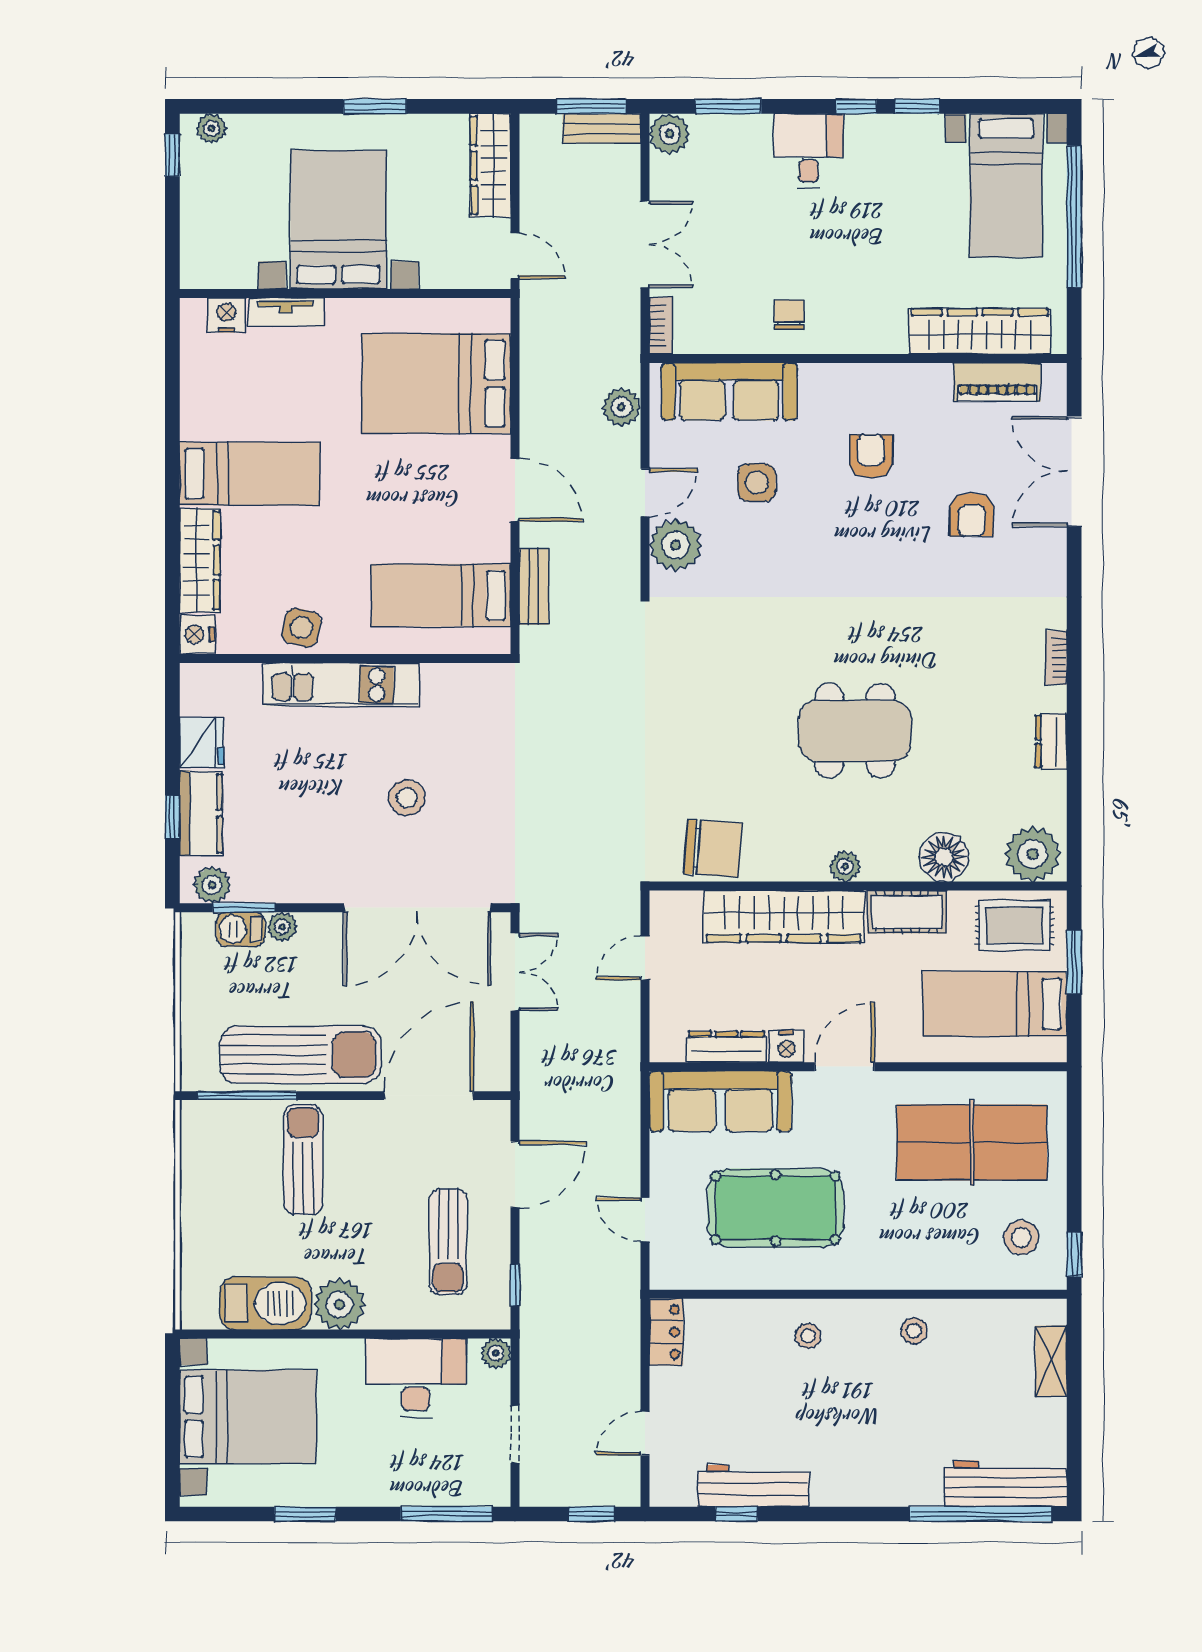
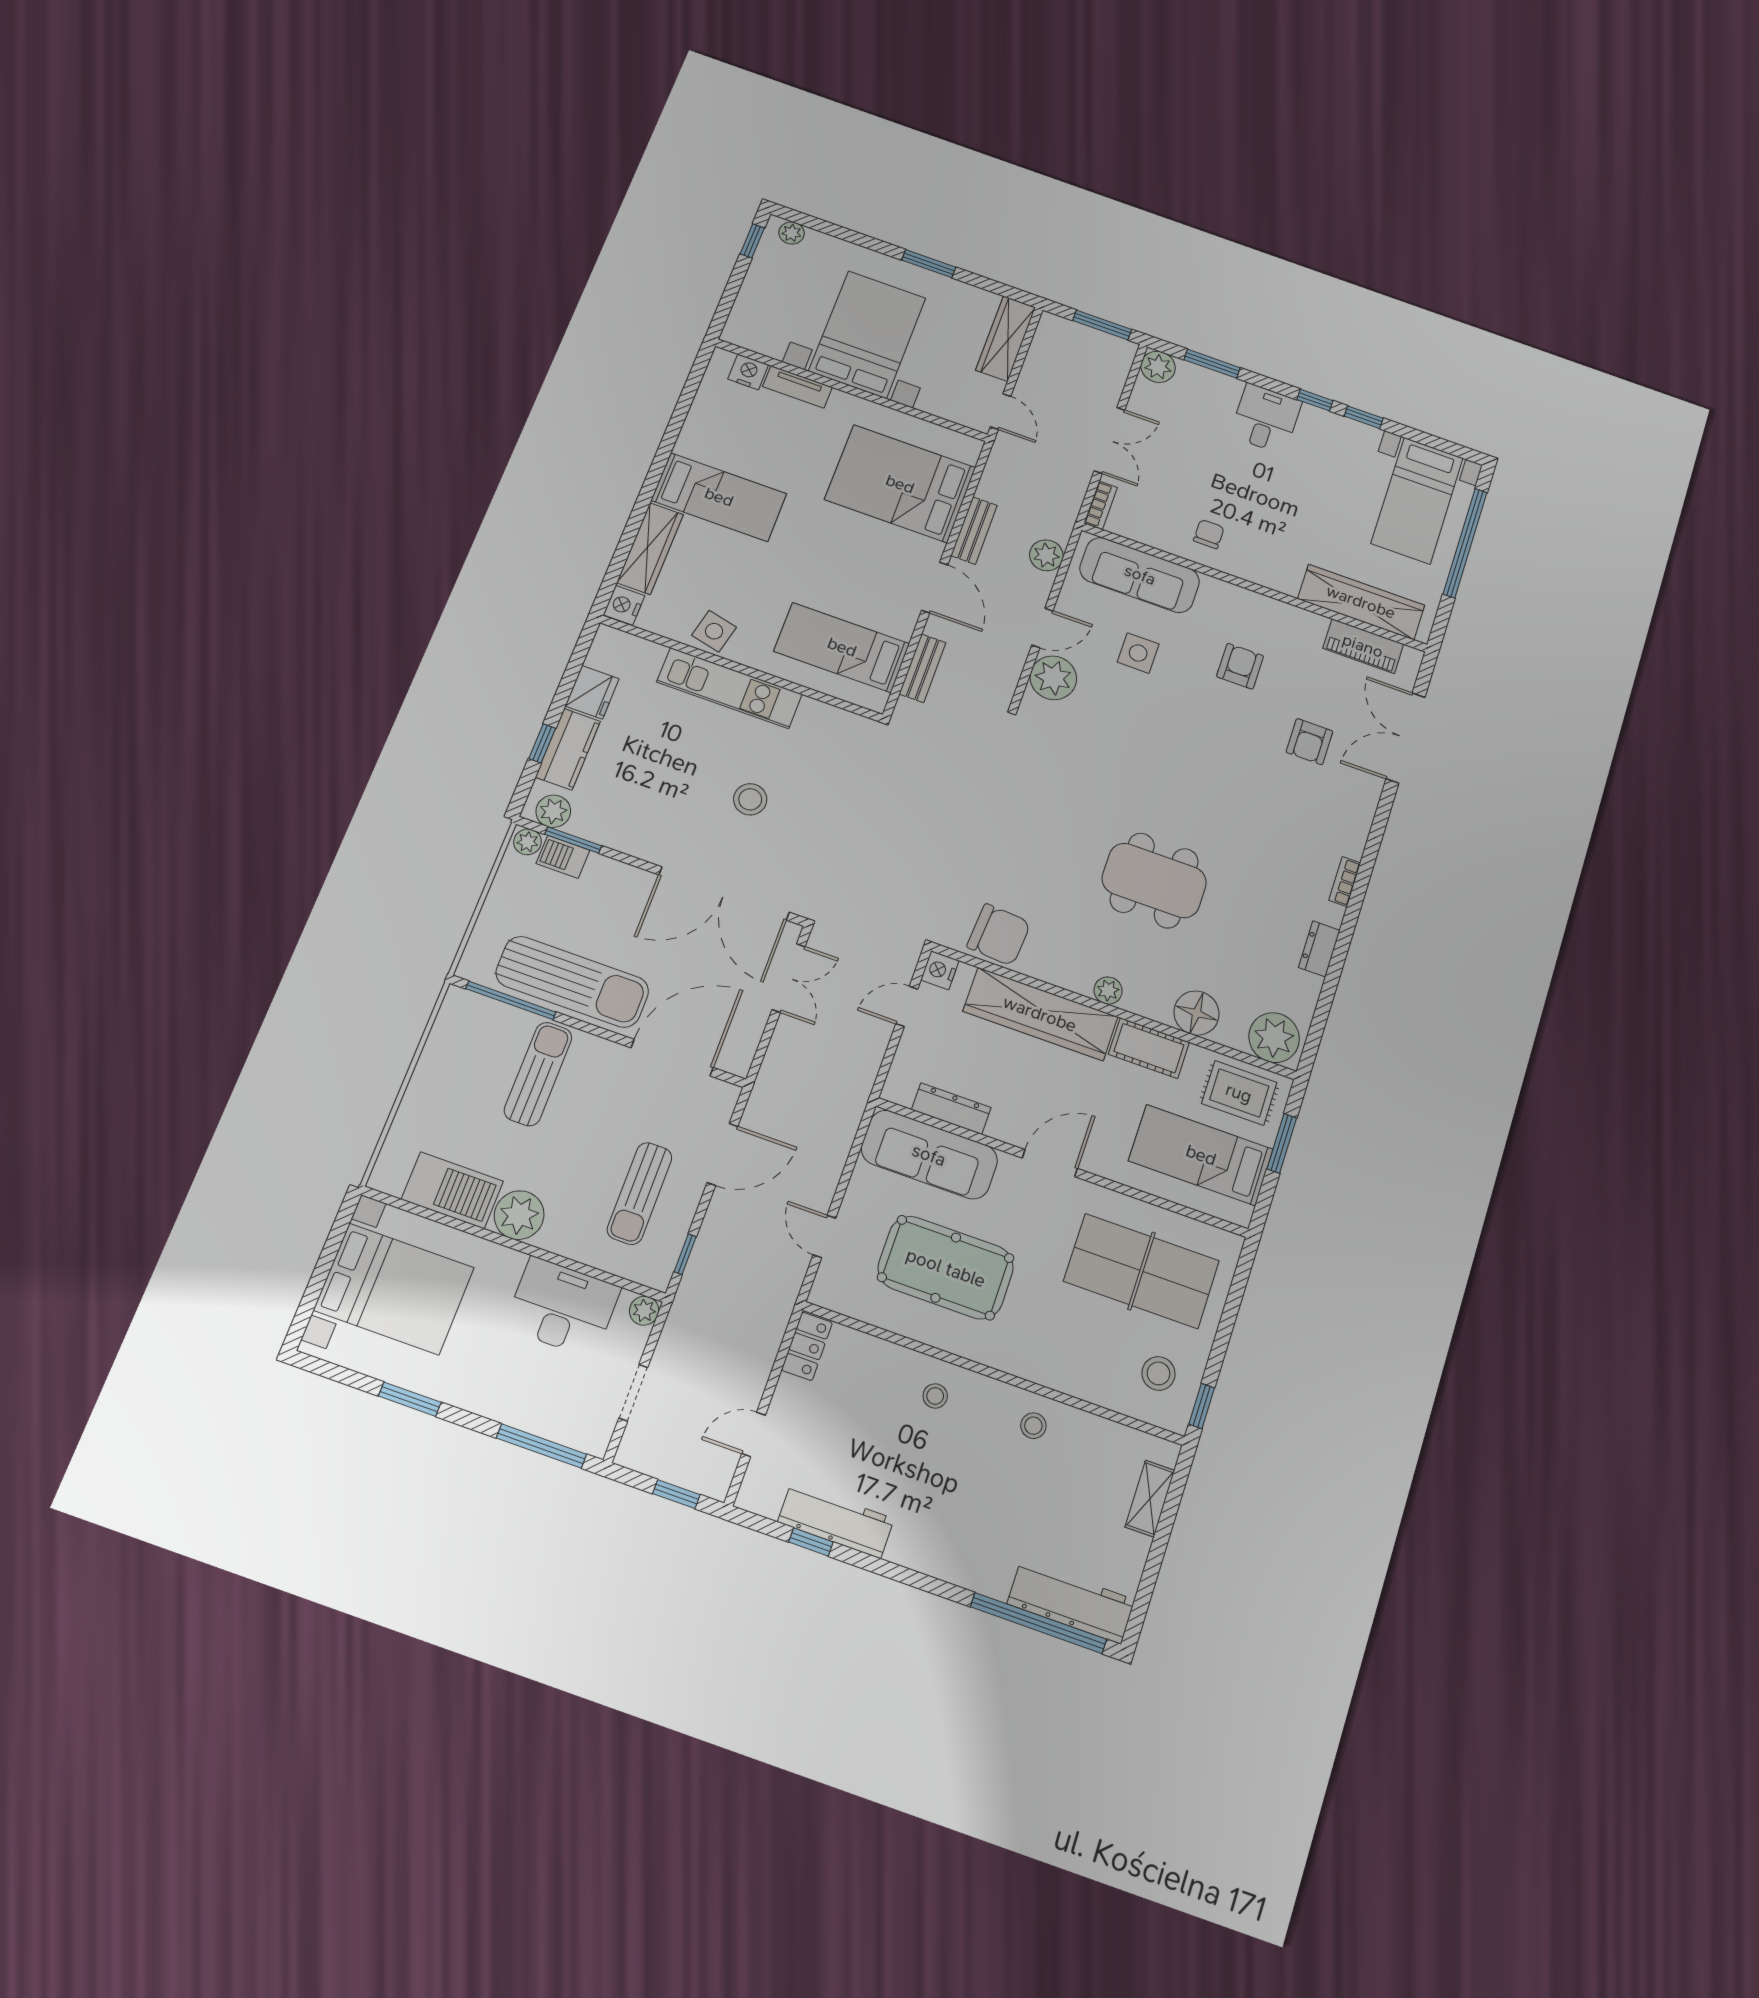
bench: (602, 128) -> (974, 530), moved, turned 90
plant: (282, 927) -> (528, 842), moved
nightstand: (786, 1046) -> (940, 970), moved, turned 90

